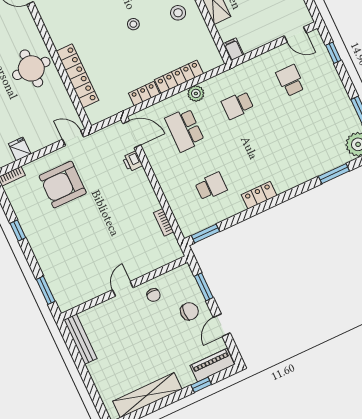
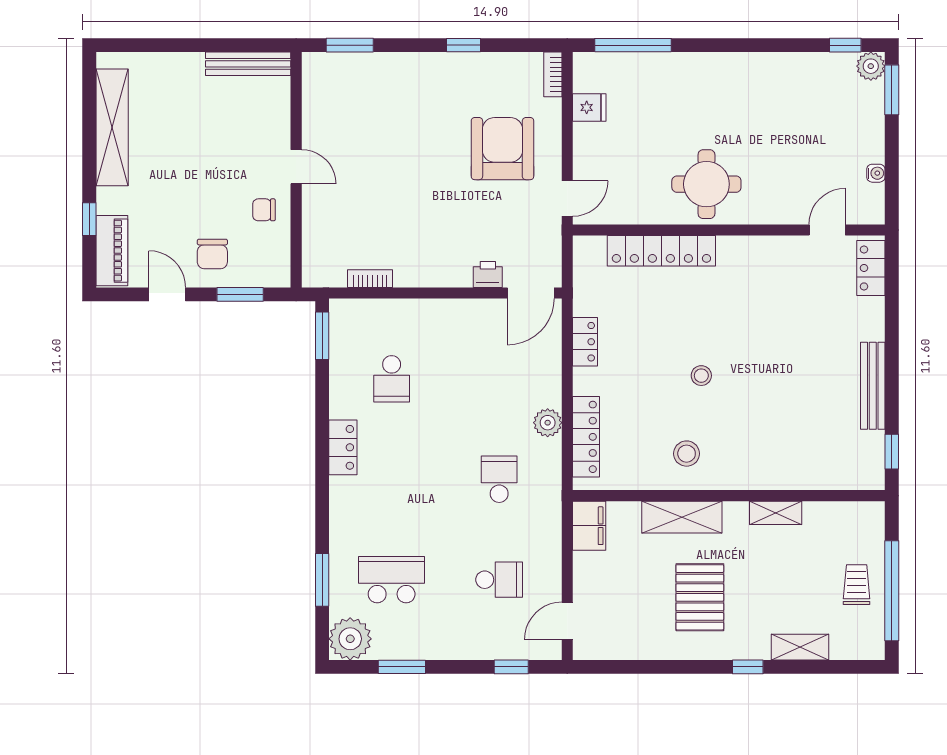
filing cabinet: (233, 49) -> (589, 526), width x2.00
locker: (179, 77) -> (586, 437), moved
school desk: (185, 130) -> (392, 580), moved

